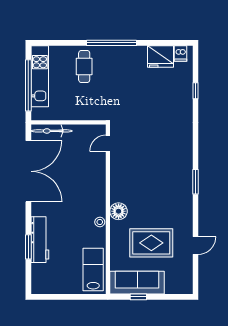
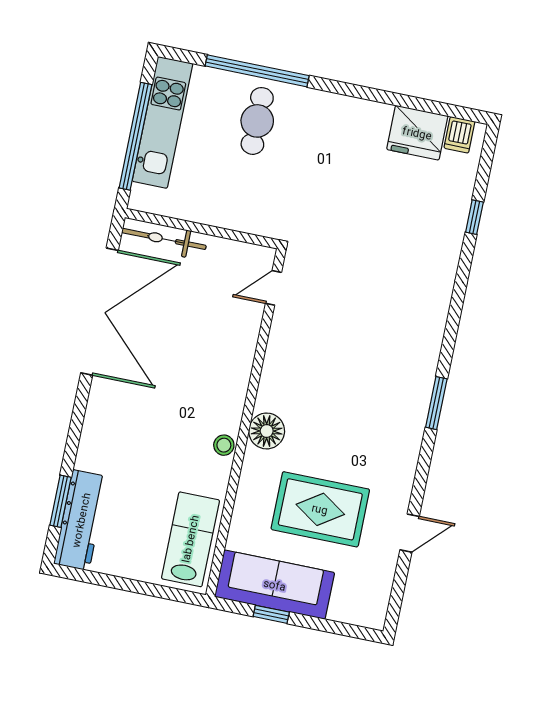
window: (111, 43) -> (257, 71), moved
workbench: (40, 240) -> (81, 520), moved
window: (28, 247) -> (60, 501), moved

